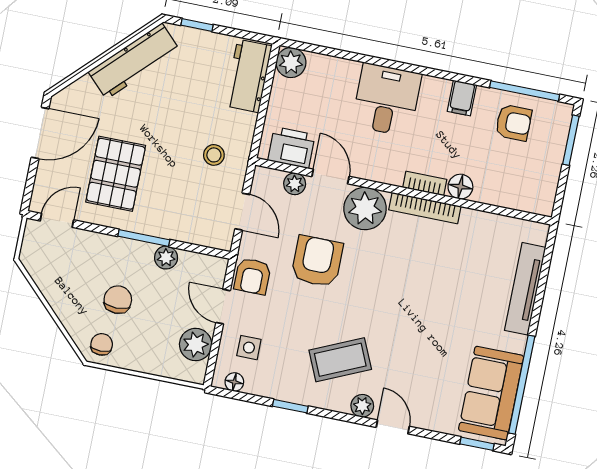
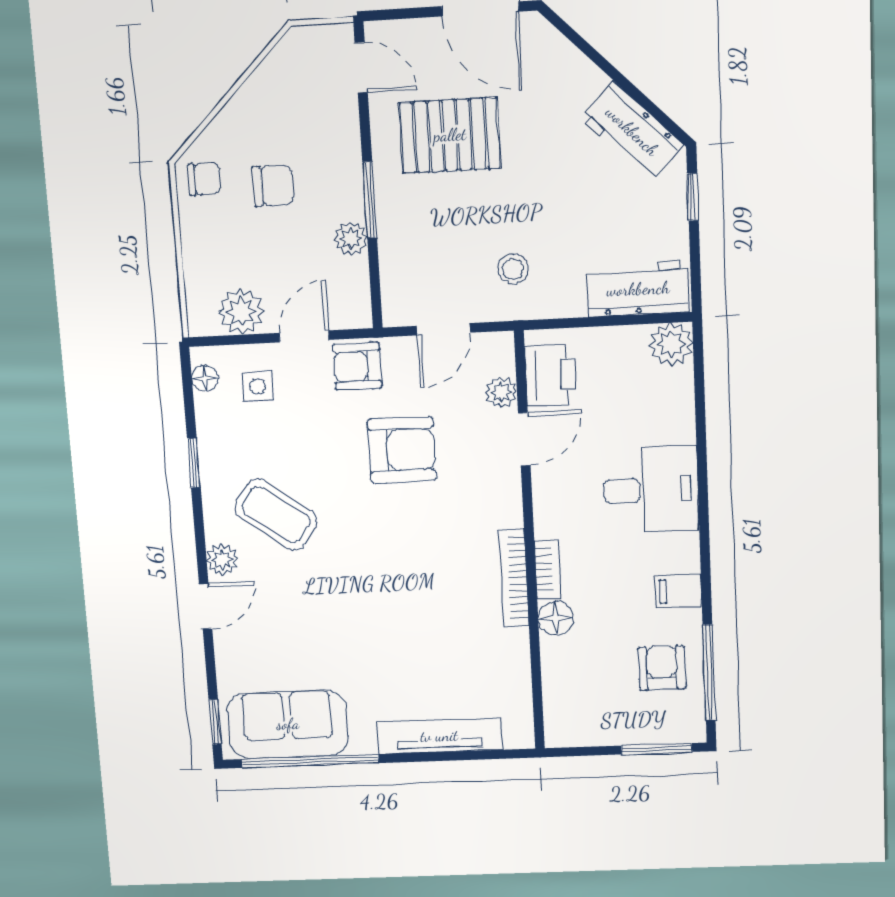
workbench: (134, 61) -> (632, 131), width x0.73
armchair: (514, 123) -> (662, 668), turned 180
plant: (365, 209) -> (492, 497), removed
coffee table: (340, 360) -> (276, 515), turned -30

